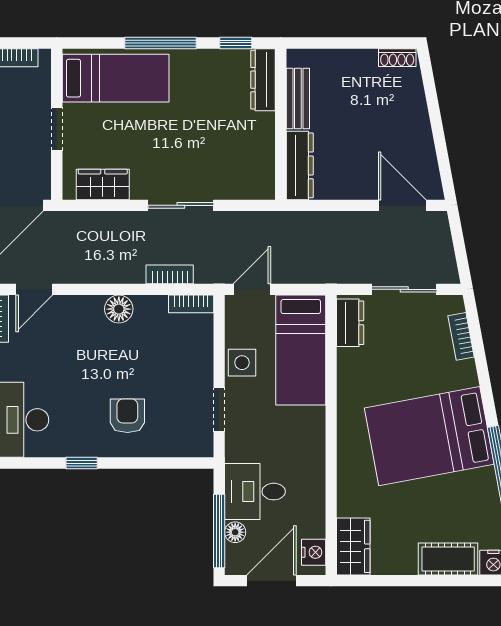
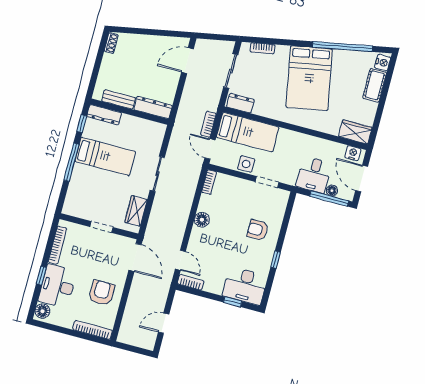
bed: (116, 78) -> (105, 156), moved, turned 90
bookcase: (170, 274) -> (208, 124), moved

